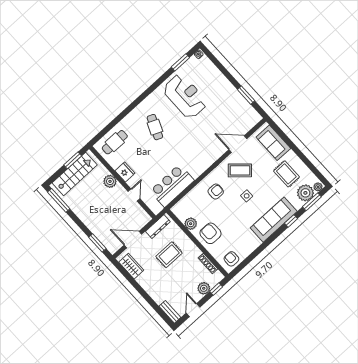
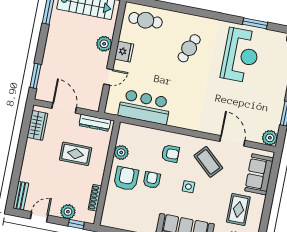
window: (180, 62) -> (255, 23), moved
plant: (254, 118) -> (270, 138), added
armchair: (231, 259) -> (152, 180), moved

